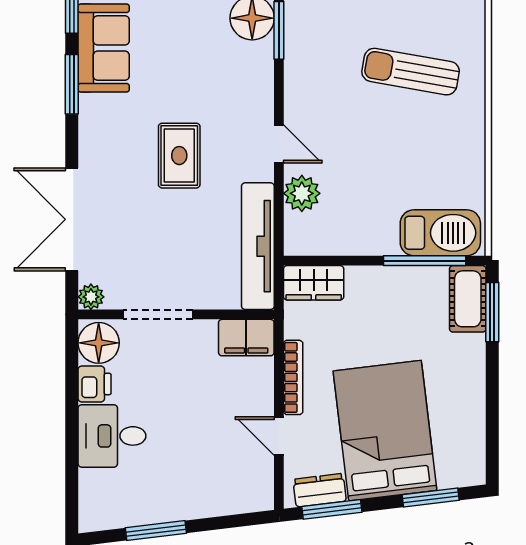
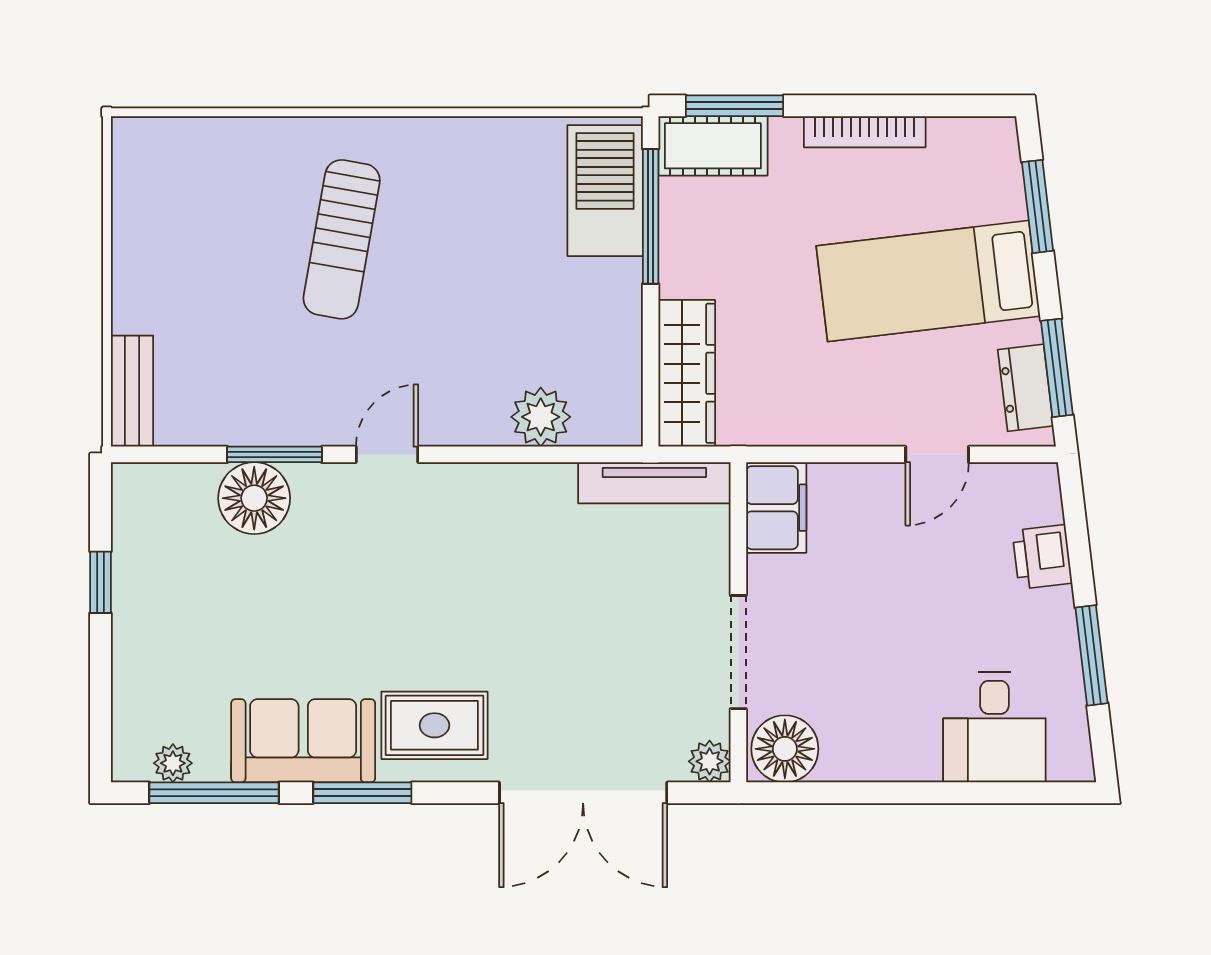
door: (279, 144) -> (387, 454), moved
rug: (179, 156) -> (434, 725), moved
tv unit: (258, 246) -> (654, 483), width x0.73, depth x0.78
wardrobe: (314, 283) -> (687, 373), width x1.50
bookcase: (293, 377) -> (865, 132), moved, turned 180
printer: (95, 384) -> (1042, 557), moved, turned -97
bed: (385, 431) -> (928, 281), width x0.67
desk: (112, 436) -> (994, 727), moved

